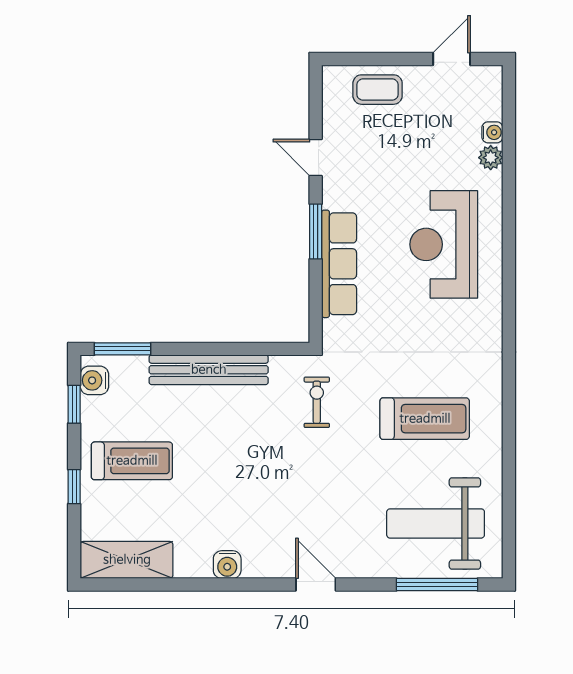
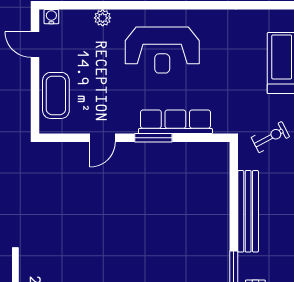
coffee table: (378, 90) -> (56, 95), width x1.36, depth x1.30
water cooler: (492, 132) -> (51, 17), moved
exercise bike: (317, 402) -> (270, 137), turned 152

